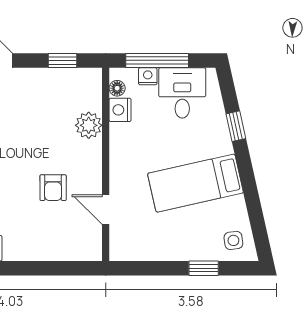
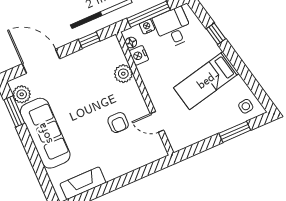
window: (204, 268) -> (235, 132), width x1.50

